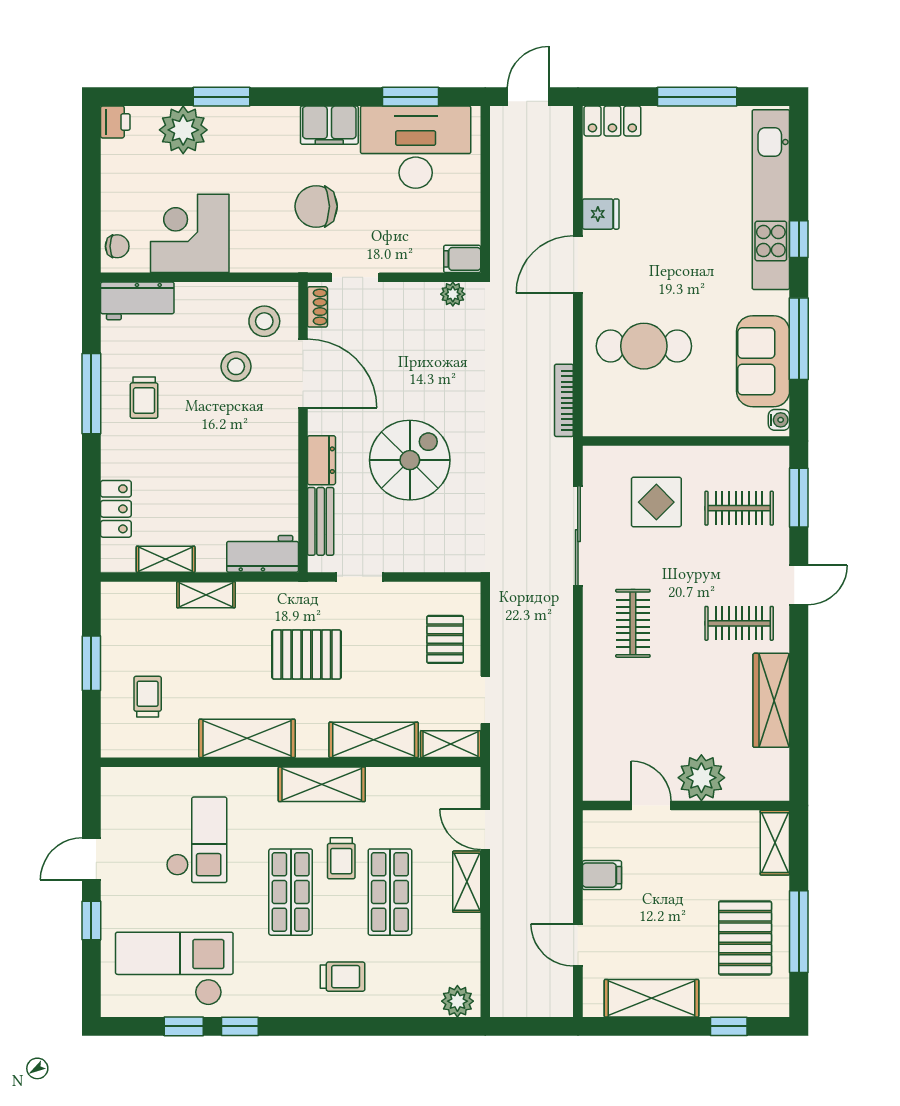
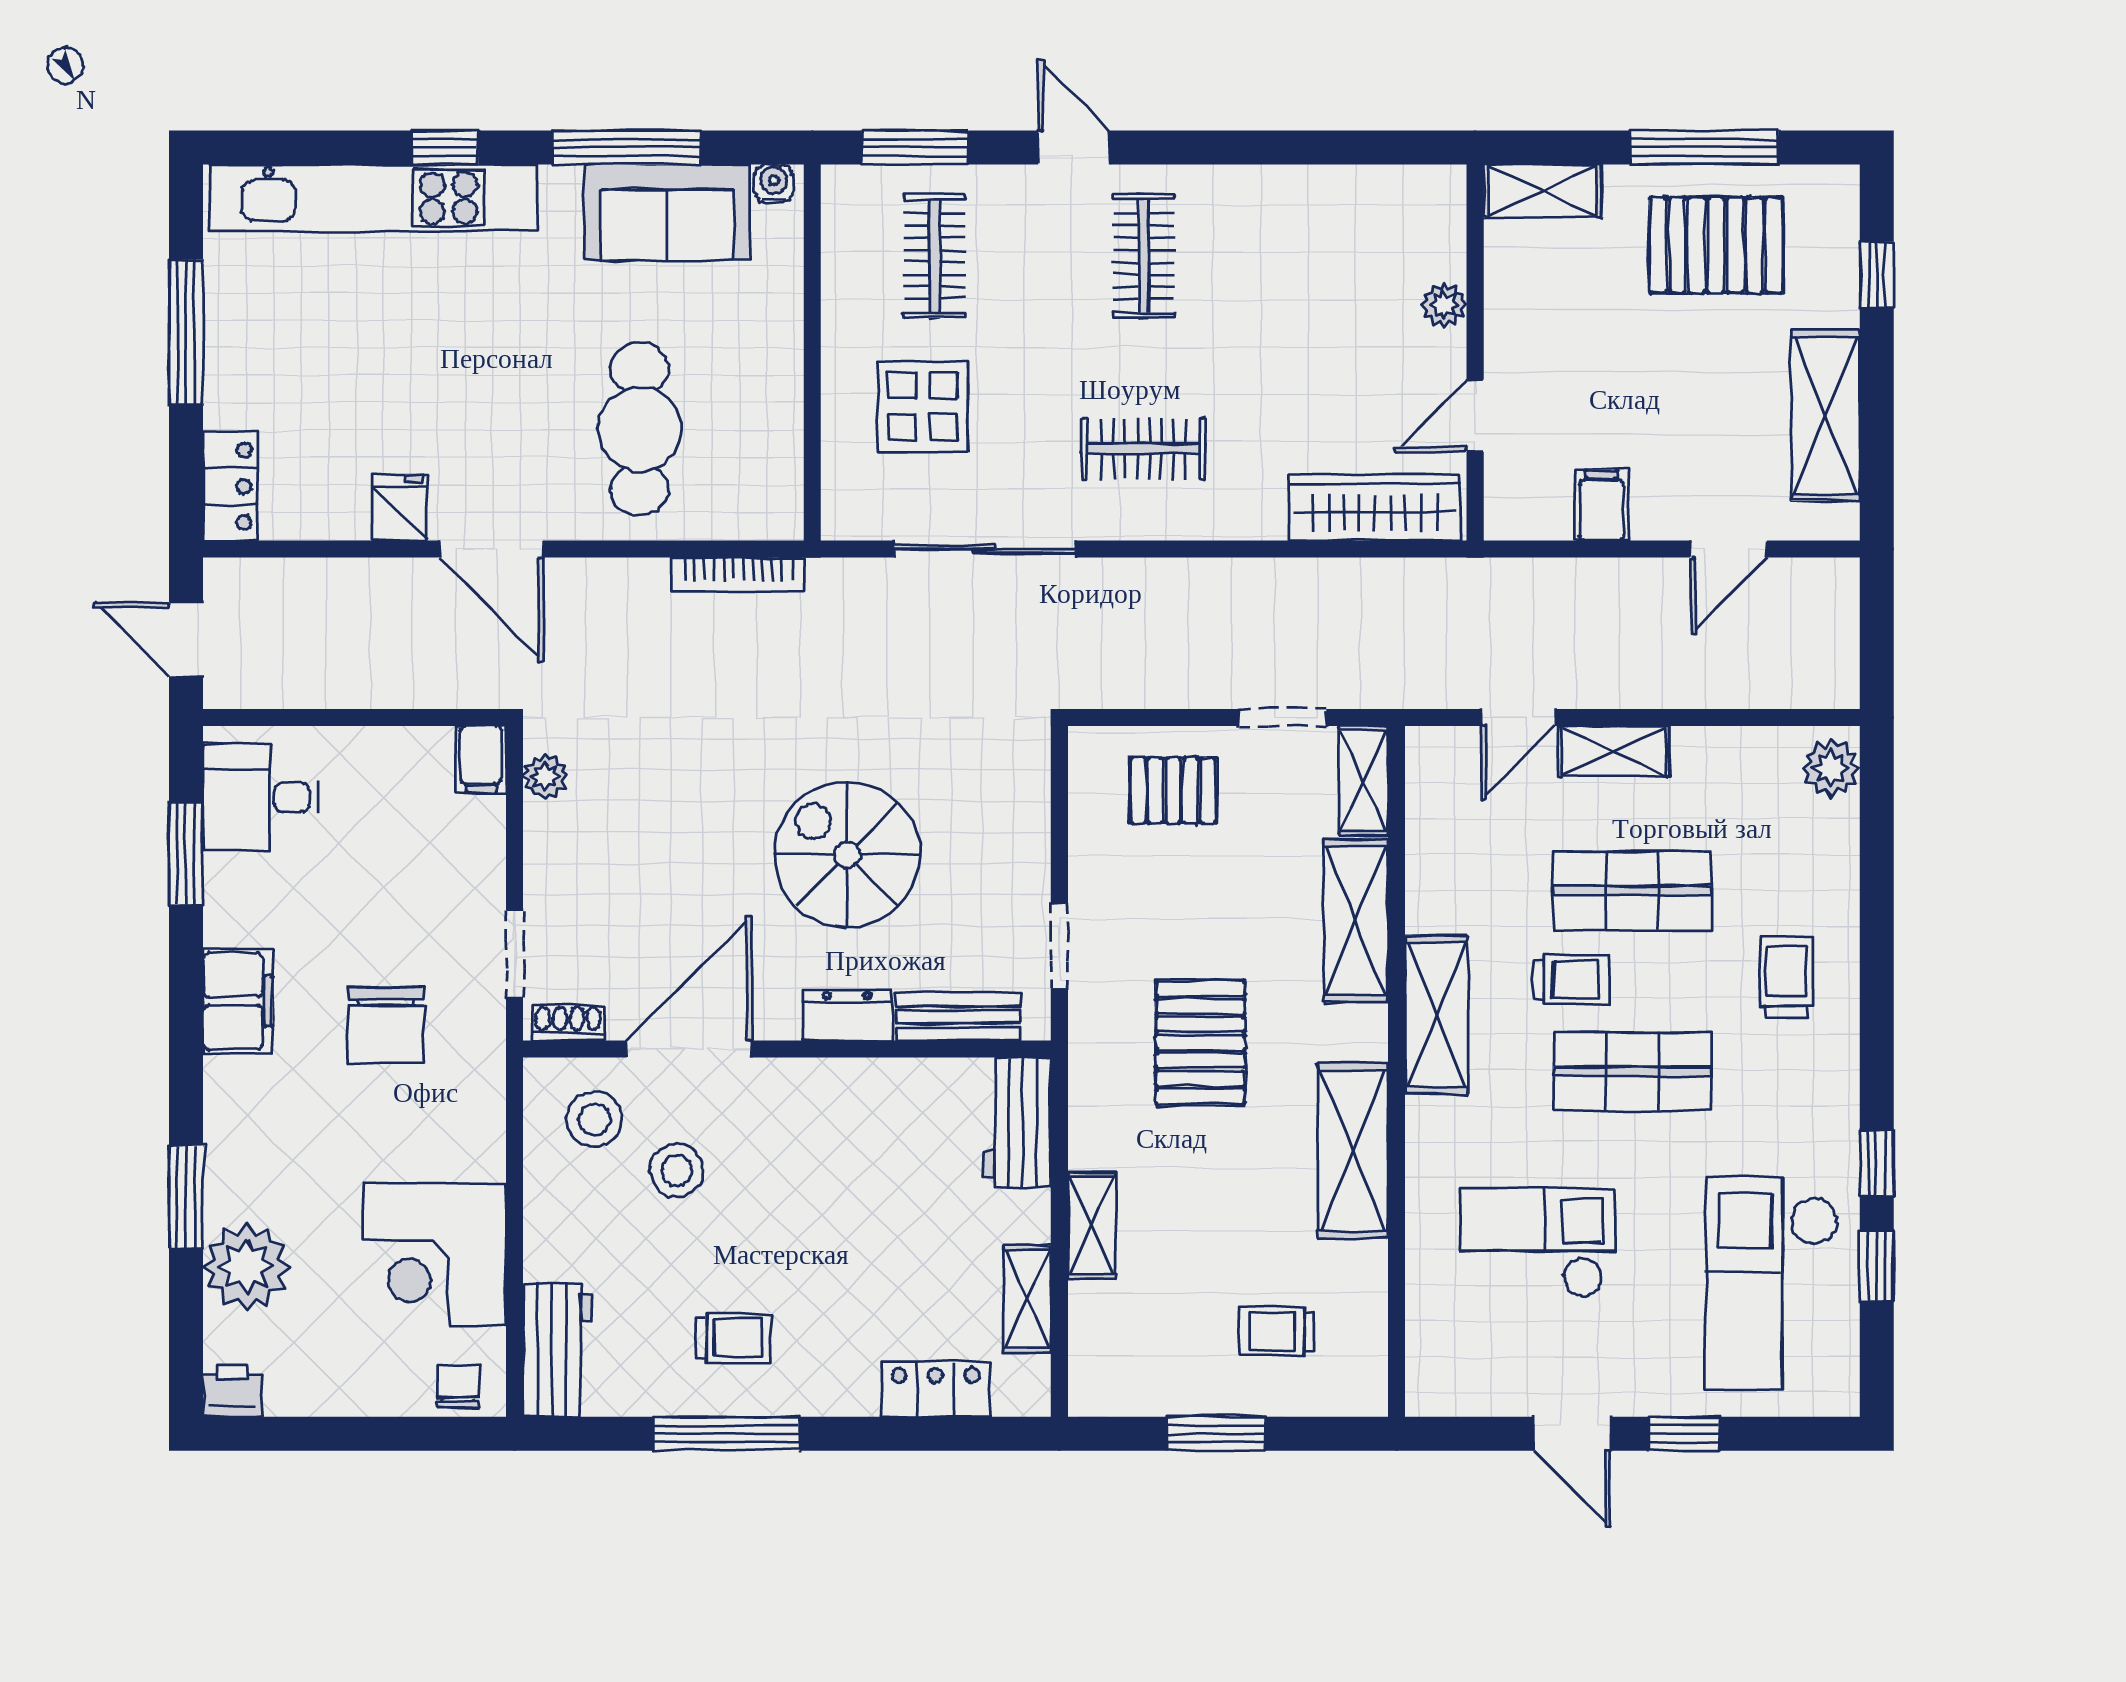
desk: (416, 147) -> (260, 797), width x0.53, depth x0.77
wardrobe: (771, 700) -> (1375, 507), moved, turned 180
plant: (701, 778) -> (1444, 305), width x0.53, depth x0.53

